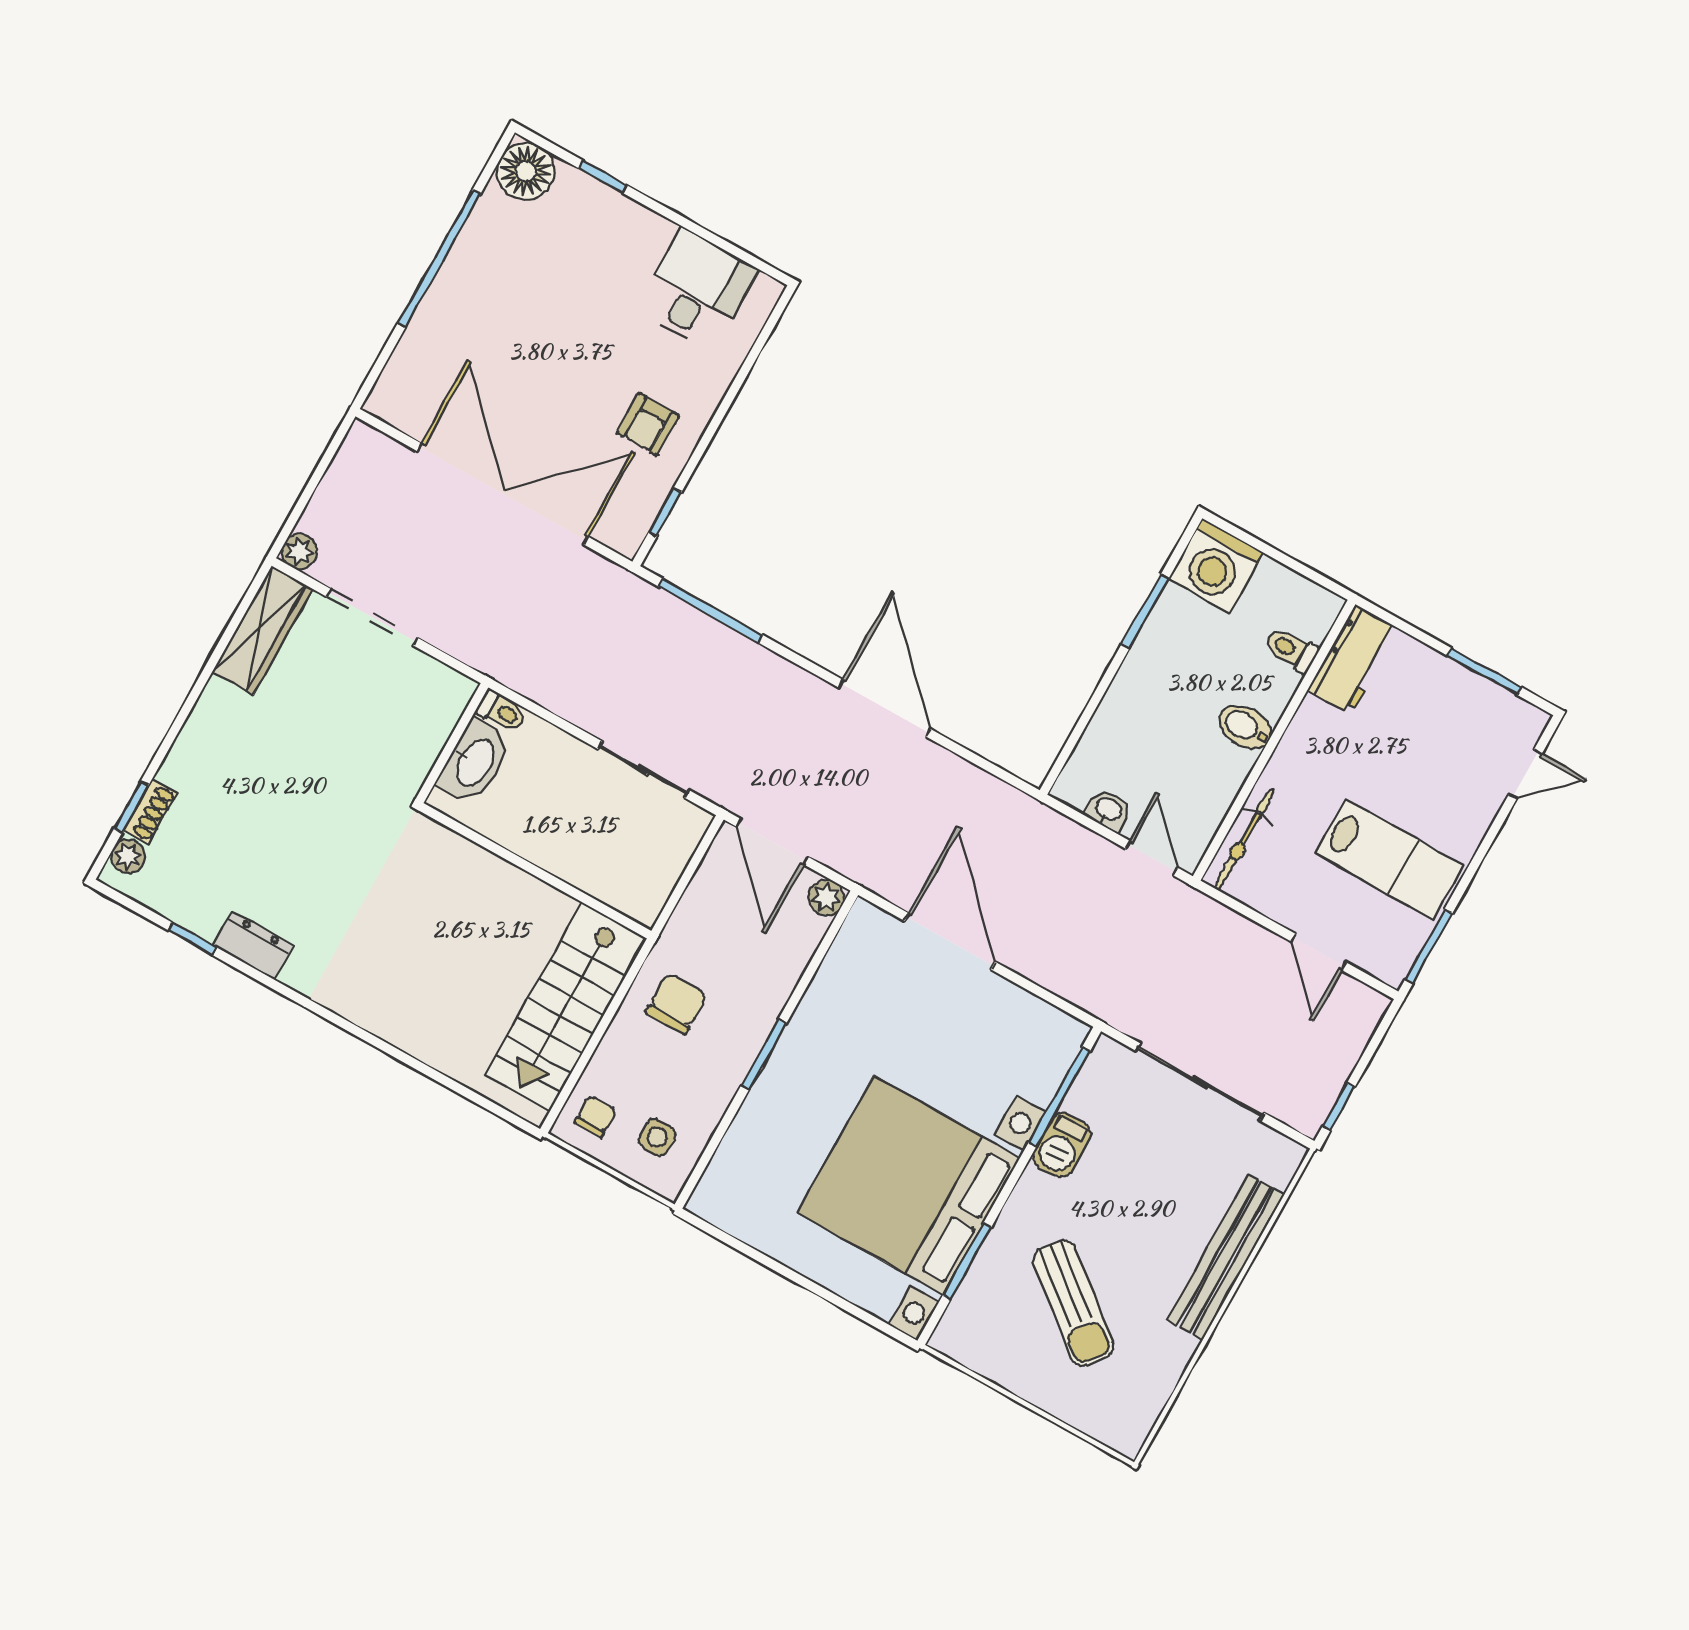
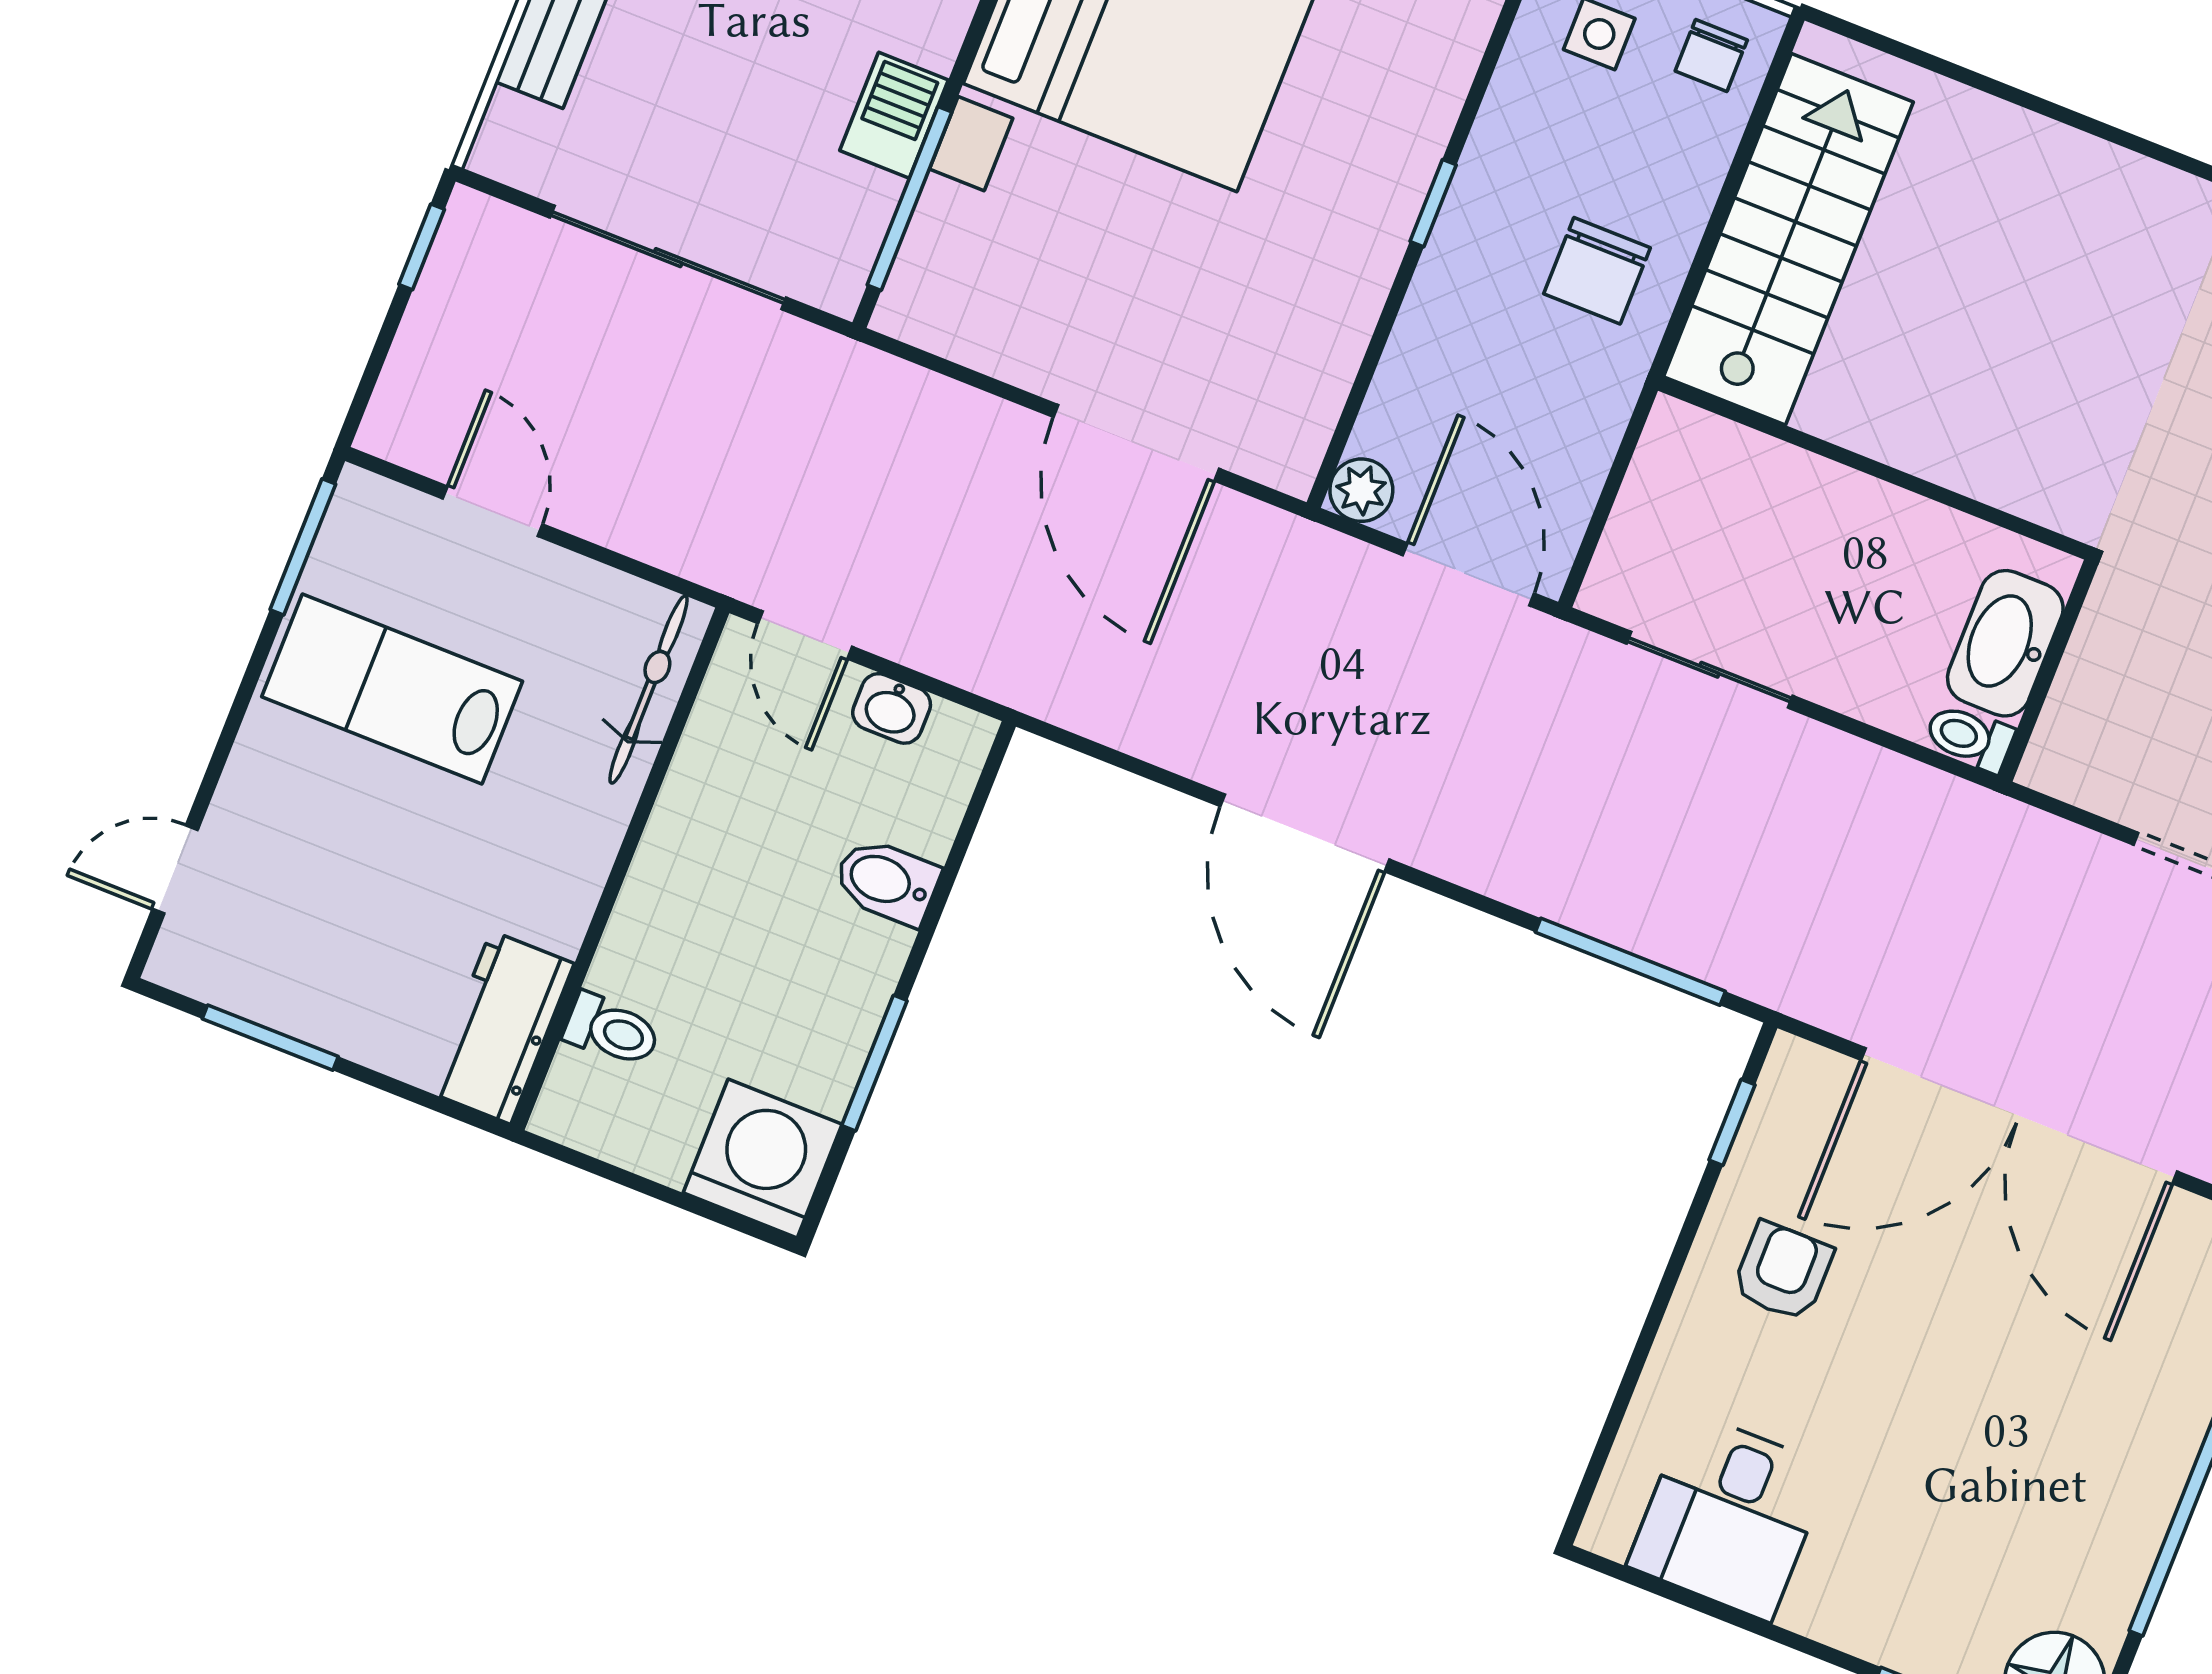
bidet: (1245, 727) -> (886, 881), moved, turned 180
window: (764, 1054) -> (1433, 203), width x0.67

